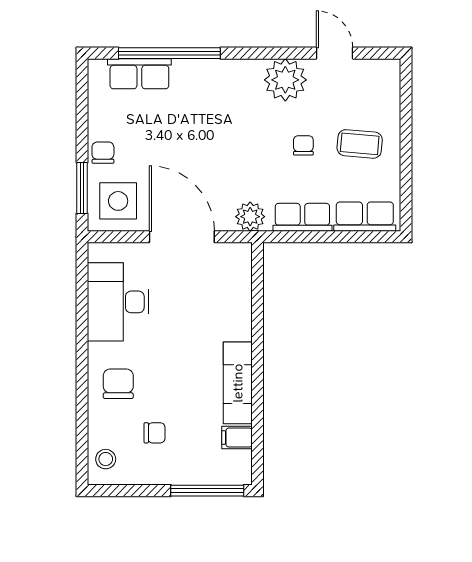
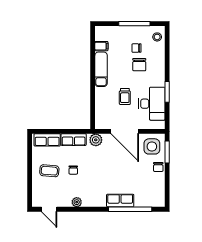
door: (335, 53) -> (49, 209), moved
row of seats: (139, 74) -> (120, 201), moved
plant: (285, 80) -> (77, 202), width x0.53, depth x0.53
trolley: (182, 319) -> (125, 97), added
window: (82, 330) -> (167, 92), added
chair: (118, 384) -> (139, 65), moved
window: (207, 491) -> (134, 24), moved

